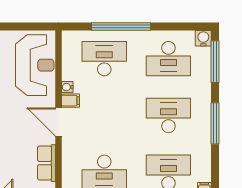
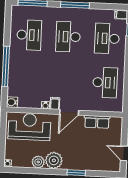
water cooler: (203, 38) -> (12, 102), moved
desk: (104, 59) -> (27, 79), removed

